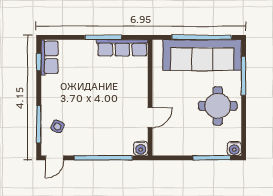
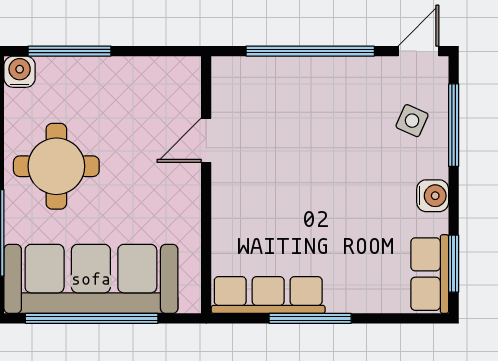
window: (39, 62) -> (454, 264), width x1.50
water cooler: (141, 148) -> (433, 196), moved, turned 90

